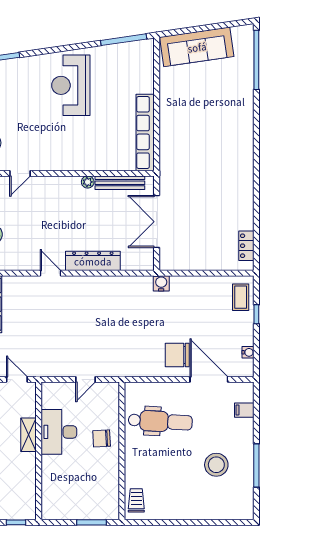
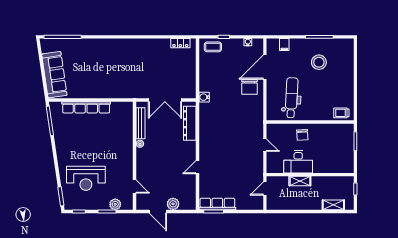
reception desk: (71, 85) -> (86, 178), moved
row of seats: (145, 132) -> (86, 107), moved
dresser: (93, 261) -> (190, 123), moved

